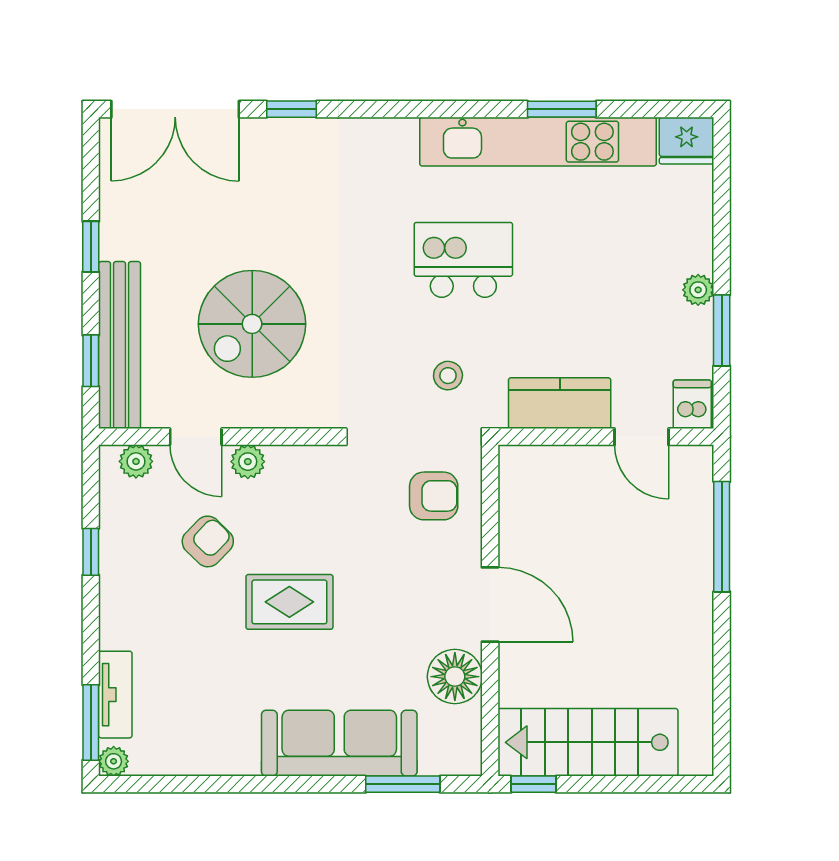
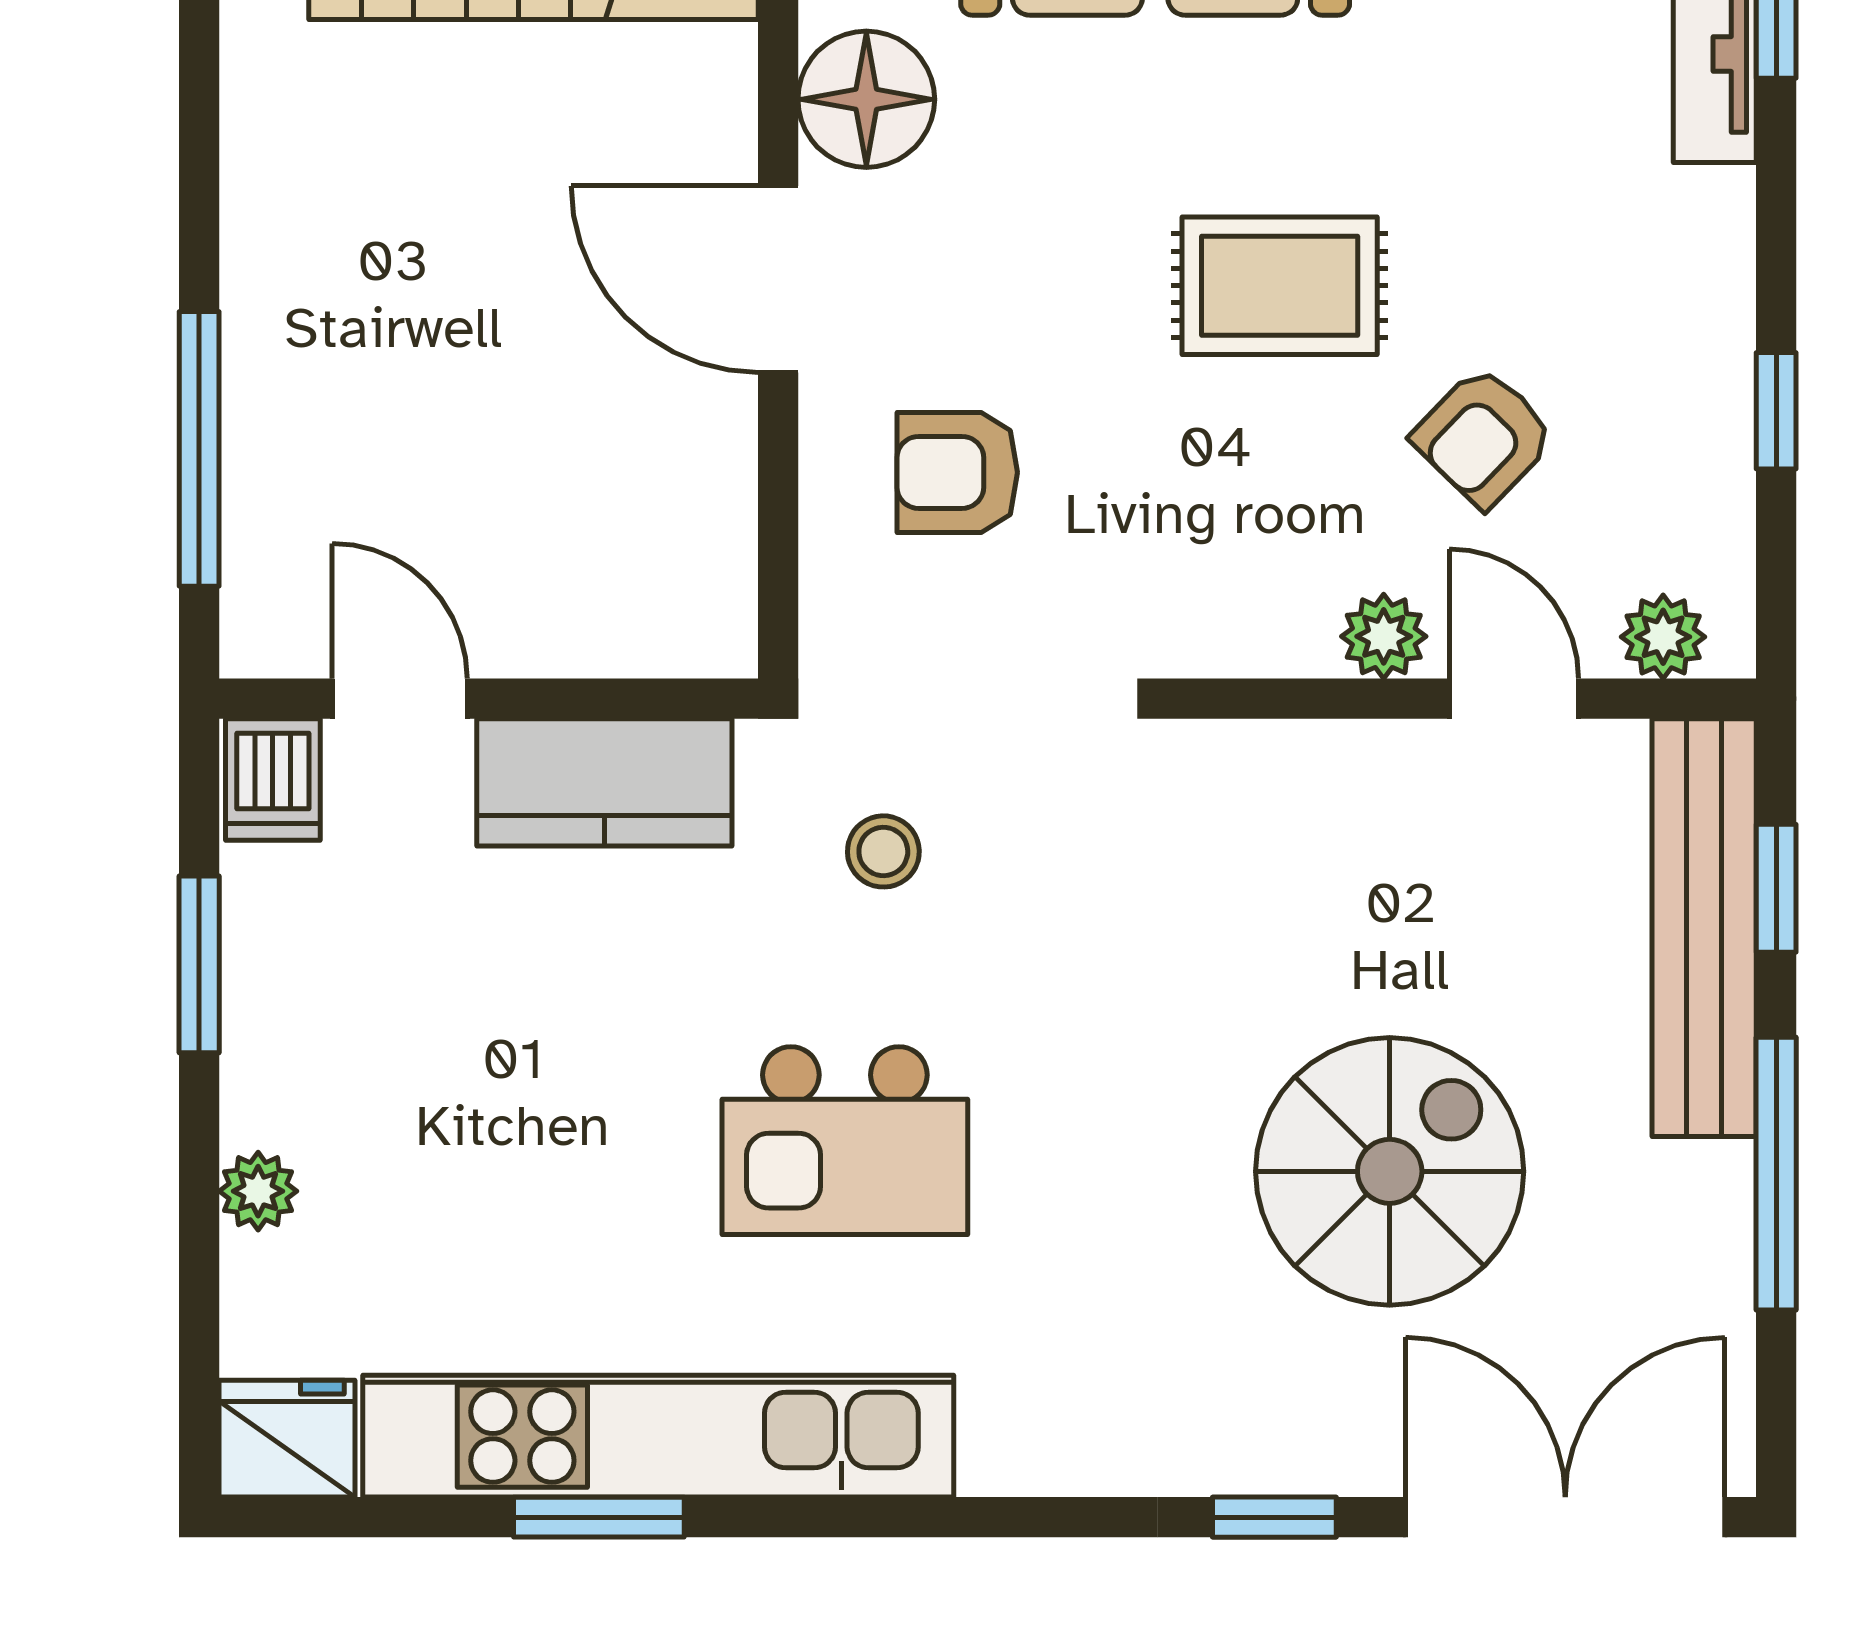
window: (91, 247) -> (1776, 1174), width x2.17
plant: (698, 290) -> (258, 1191), moved
spiral stairs: (252, 324) -> (1390, 1171), moved
armchair: (434, 496) -> (957, 472), moved

